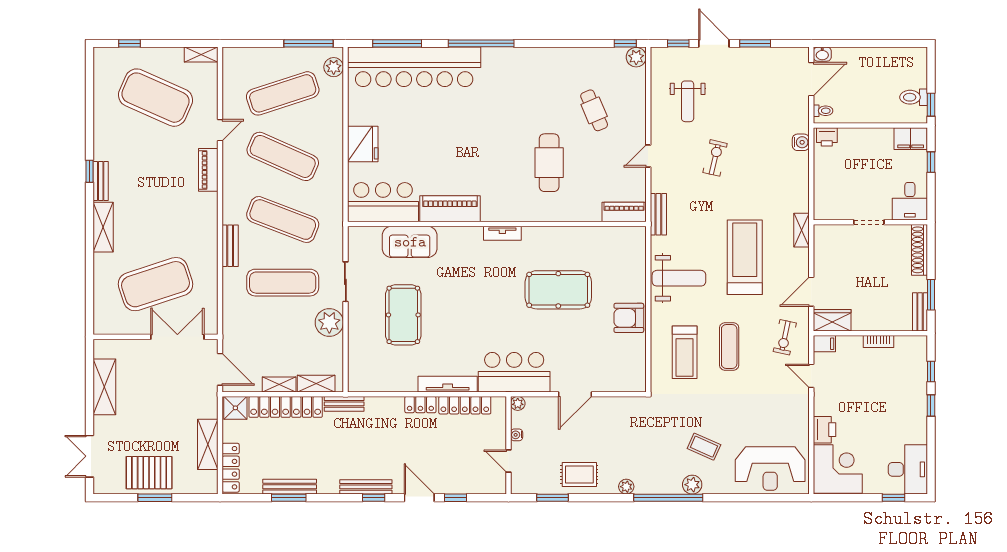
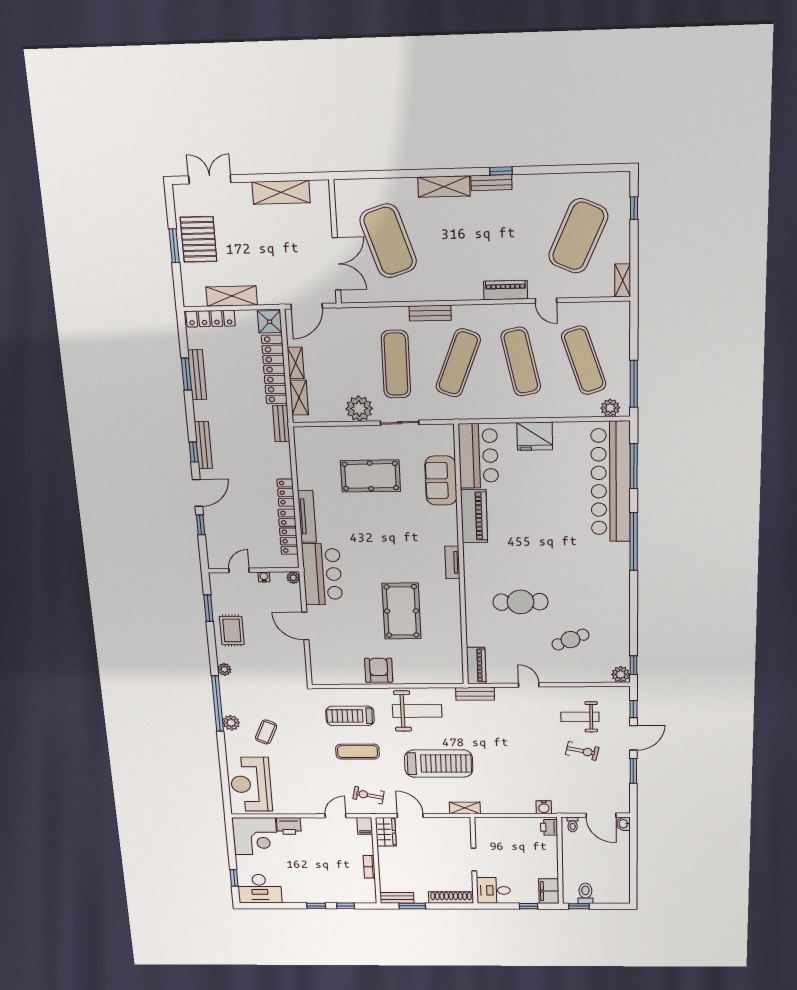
exercise mat: (283, 156) -> (521, 362), turned -36
exercise bike: (715, 158) -> (582, 751), moved
weight bench: (679, 278) -> (417, 711), turned -90

